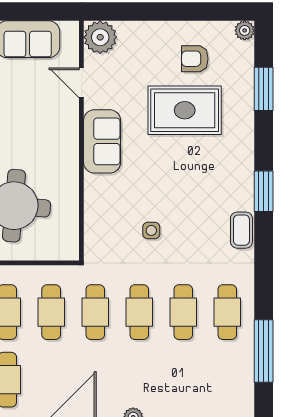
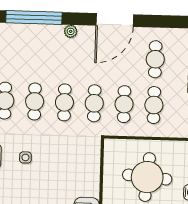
side table: (151, 230) -> (25, 157), moved

